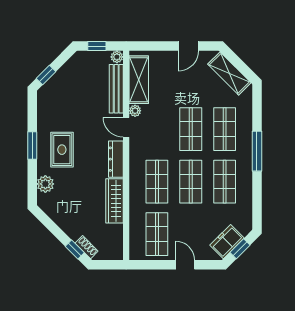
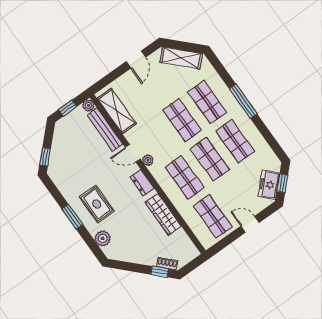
plant: (135, 111) -> (148, 160), moved
dresser: (116, 159) -> (142, 182), width x0.70

